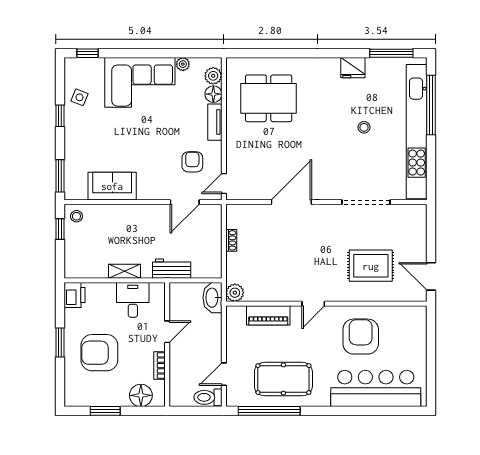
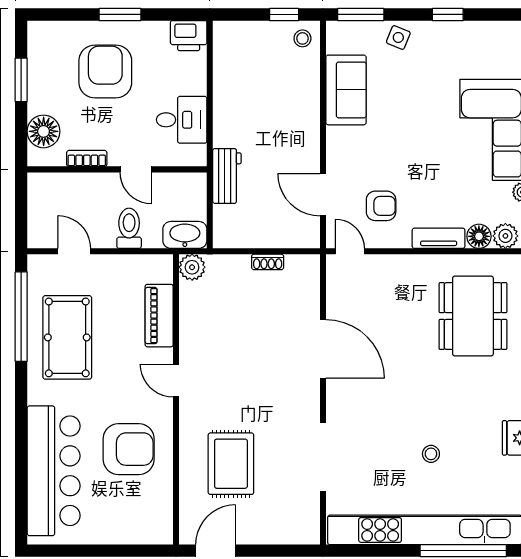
side table: (80, 97) -> (398, 37), moved
shelving: (125, 271) -> (223, 108), removed
toilet: (208, 397) -> (129, 228), moved

